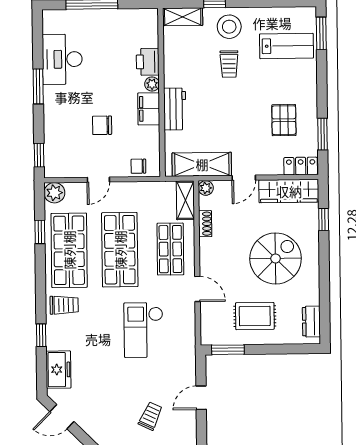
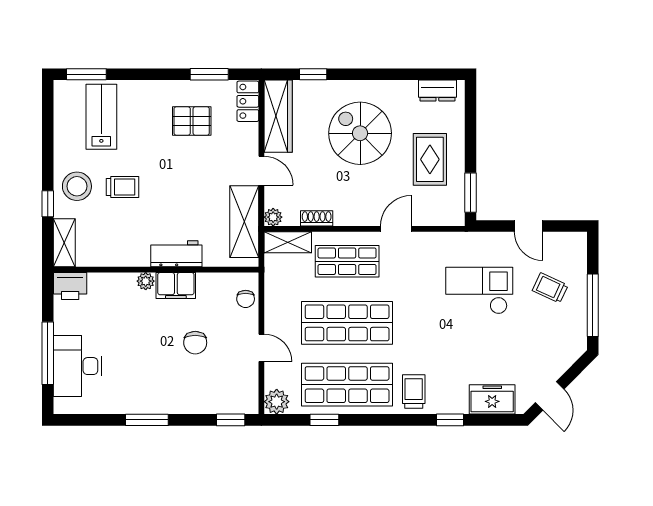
desk: (62, 59) -> (77, 366), moved, turned 90
printer: (148, 62) -> (70, 286), moved
checkout: (144, 330) -> (479, 291), moved, turned 180

